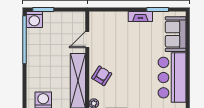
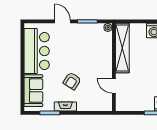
door: (87, 40) -> (114, 86), swing flipped
armchair: (102, 76) -> (72, 81), moved

